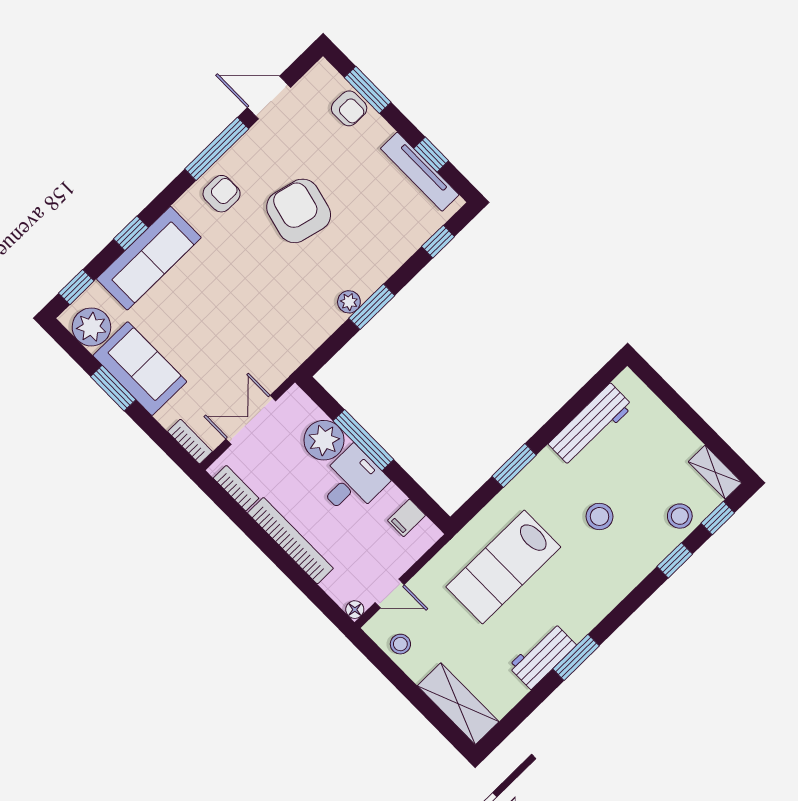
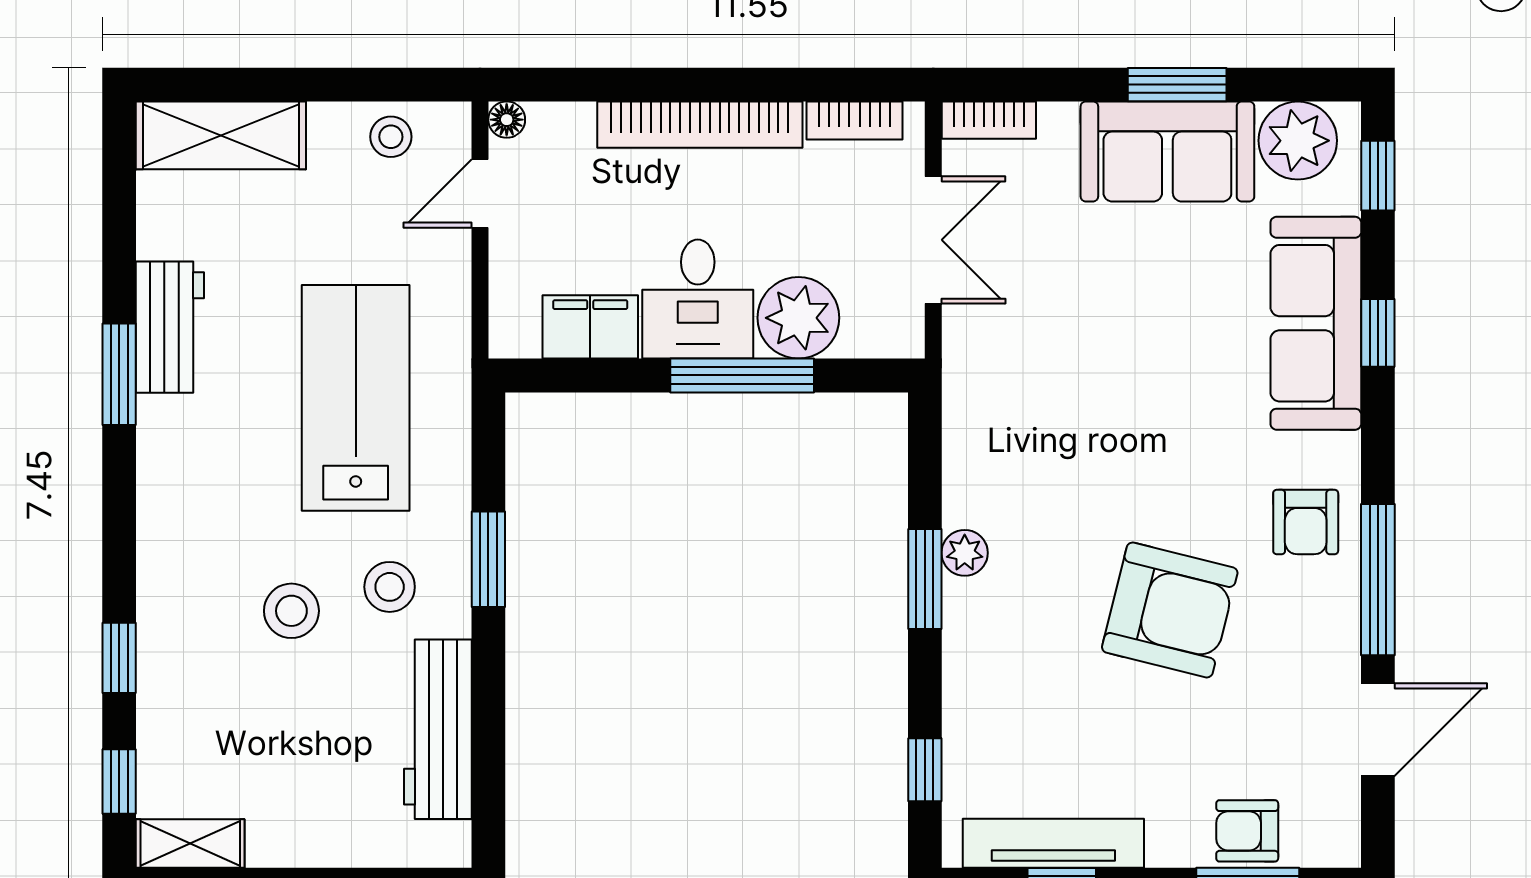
stool: (680, 516) -> (390, 587), moved
filing cabinet: (407, 518) -> (590, 327), width x2.00

